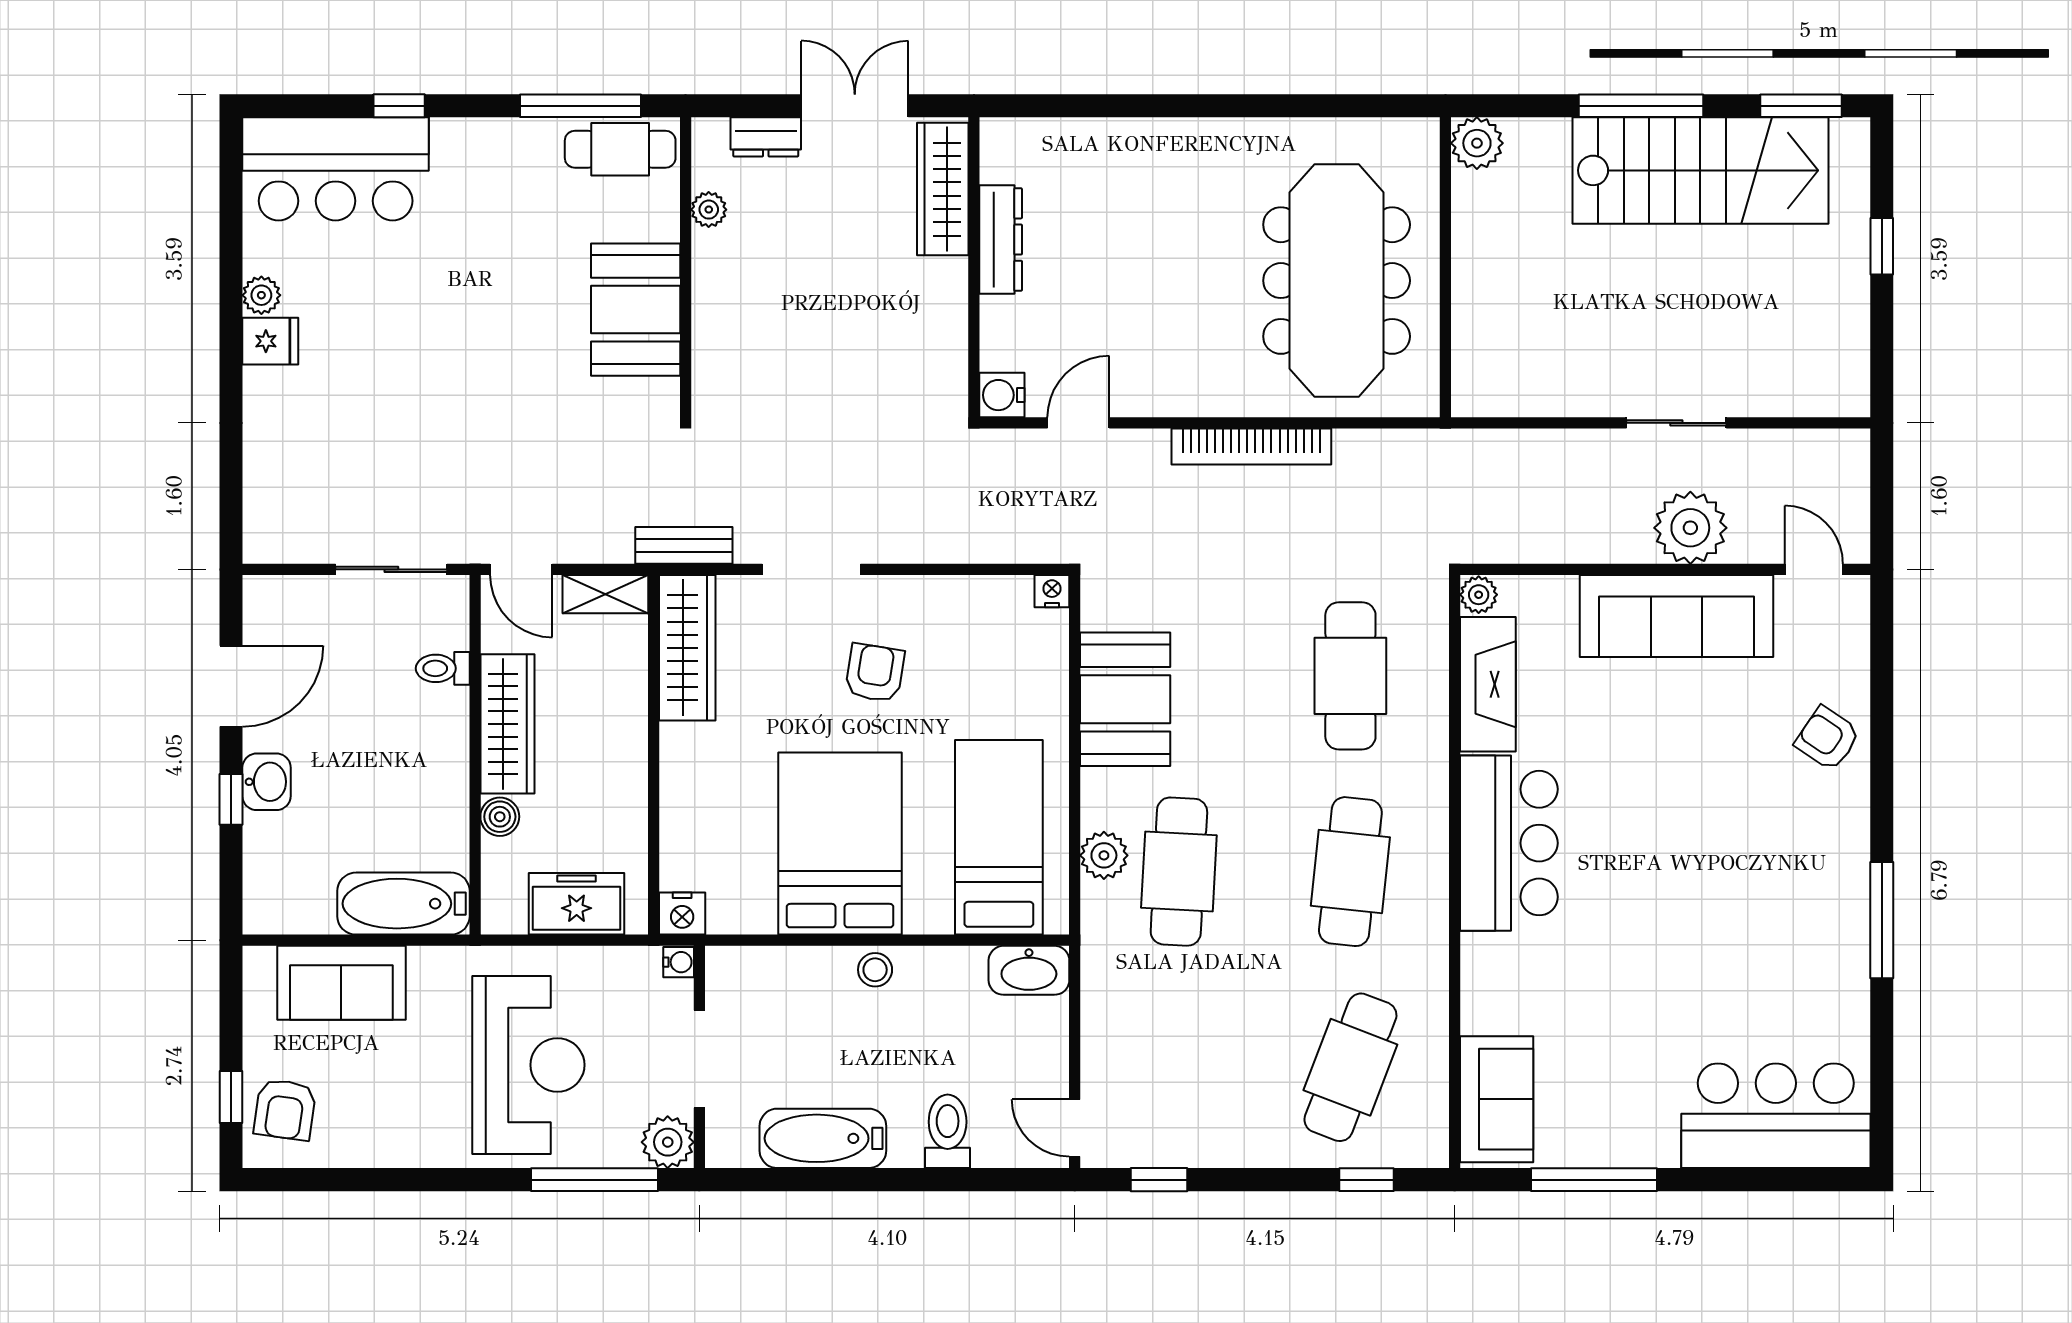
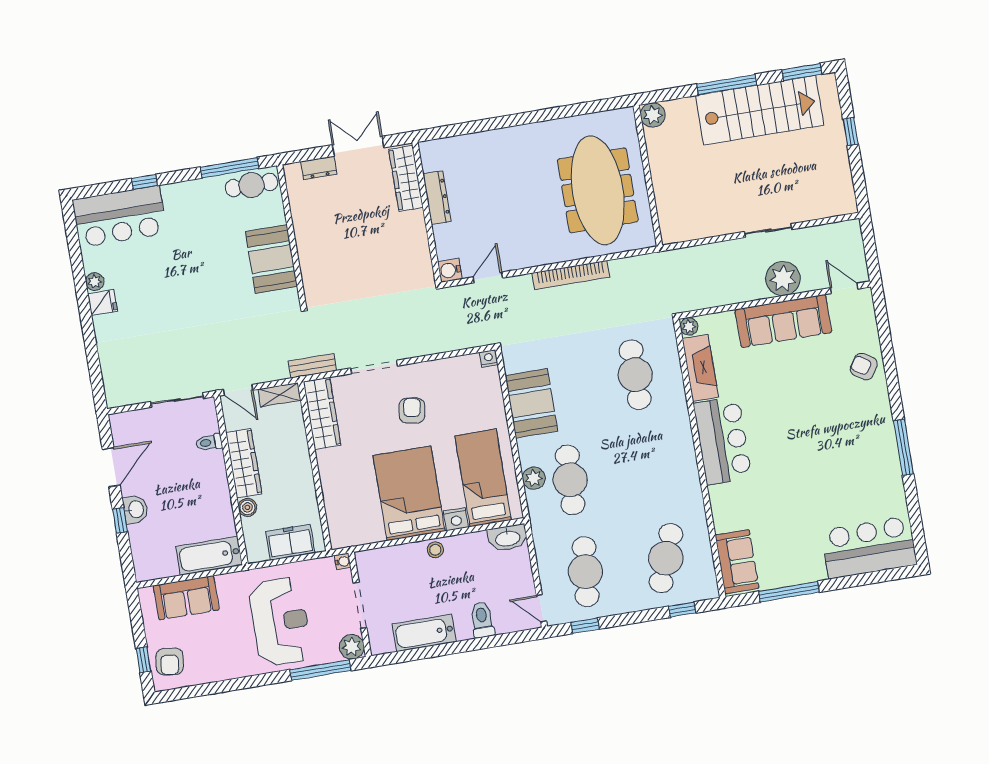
plant: (709, 210) -> (298, 206), removed
cafe table: (1350, 872) -> (585, 572), moved
nightstand: (682, 914) -> (456, 519), moved

